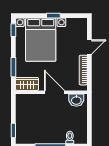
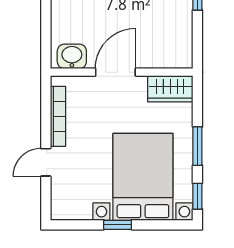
window: (13, 67) -> (197, 146), moved
door: (54, 92) -> (115, 72), swing flipped

